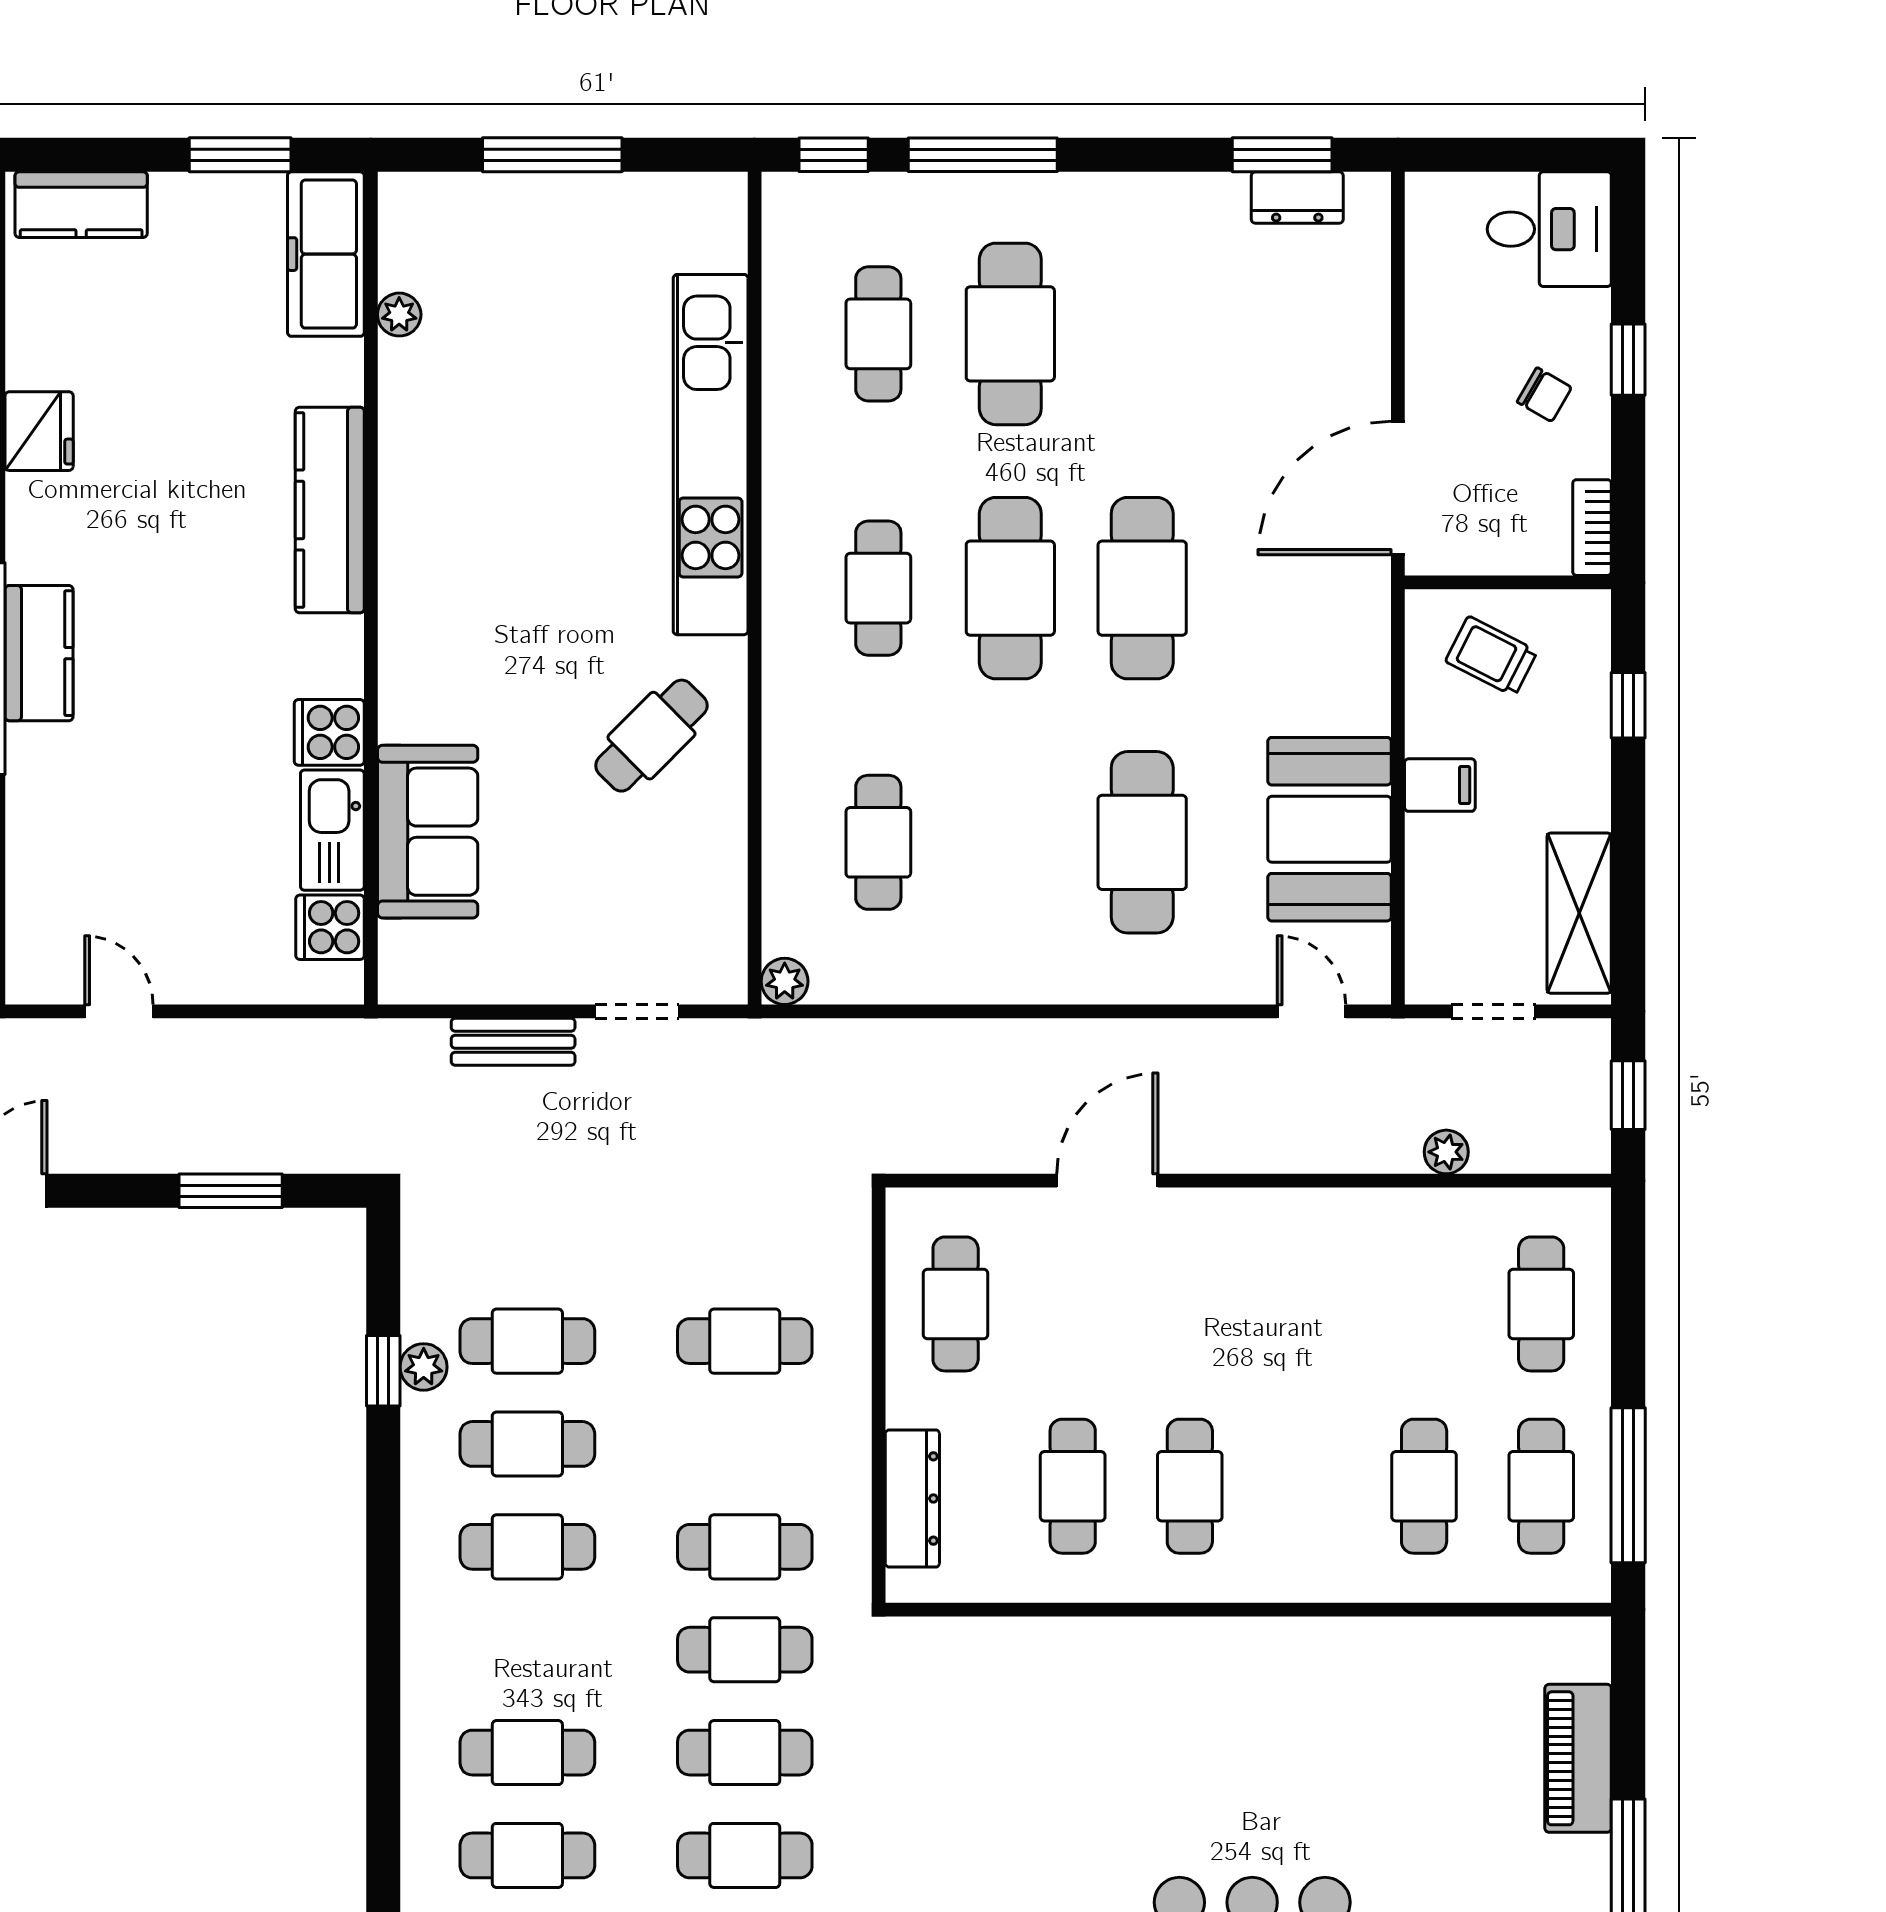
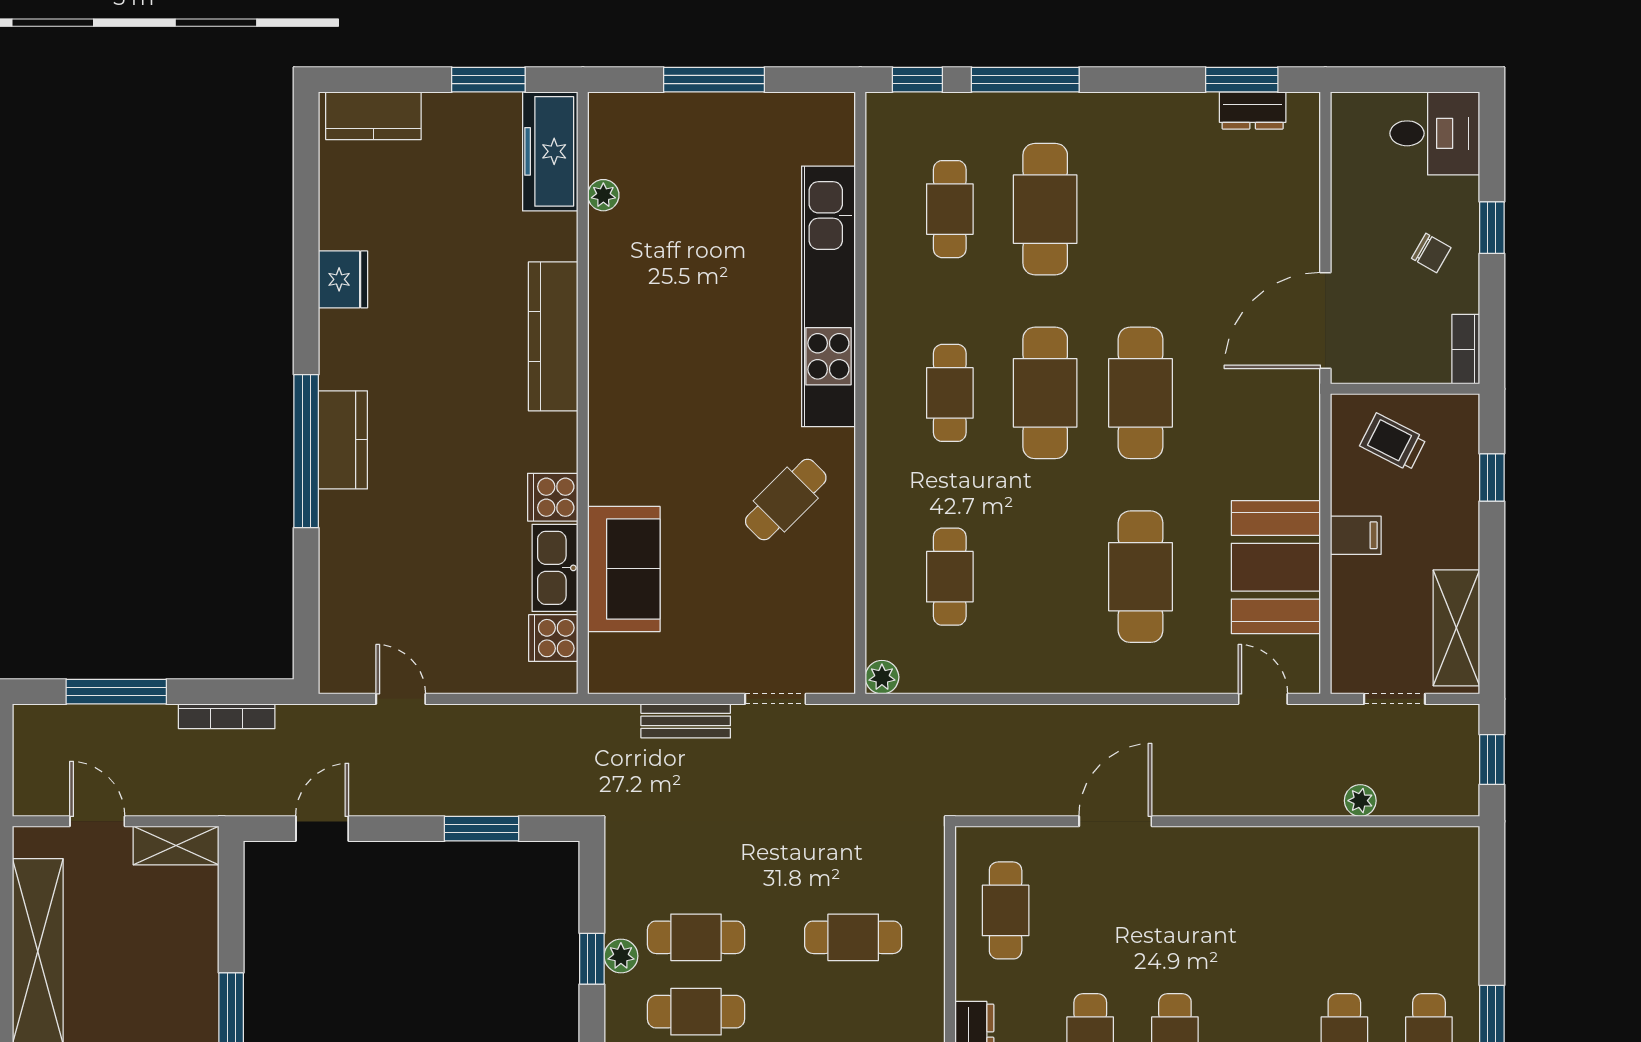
cafe table: (1541, 1304) -> (1429, 910), removed

